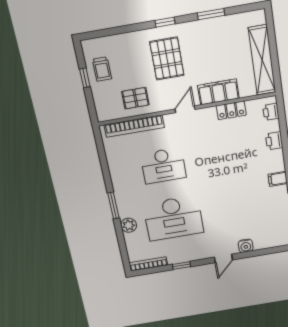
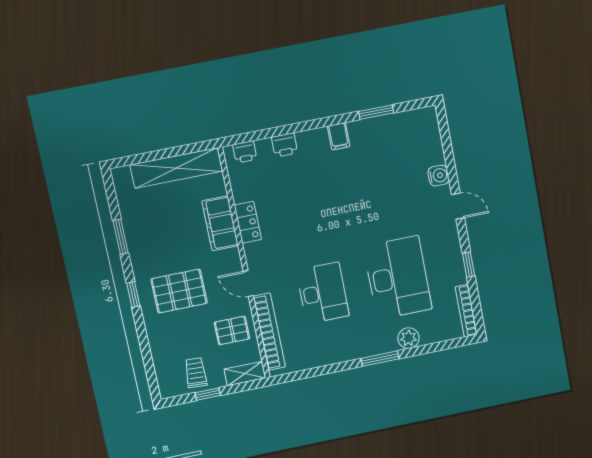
trolley: (102, 69) -> (196, 373), turned -87
pallet: (135, 98) -> (232, 331), turned 90
shelving: (101, 107) -> (245, 374), added
door: (185, 109) -> (248, 283), moved
locker: (231, 110) -> (248, 222), moved

